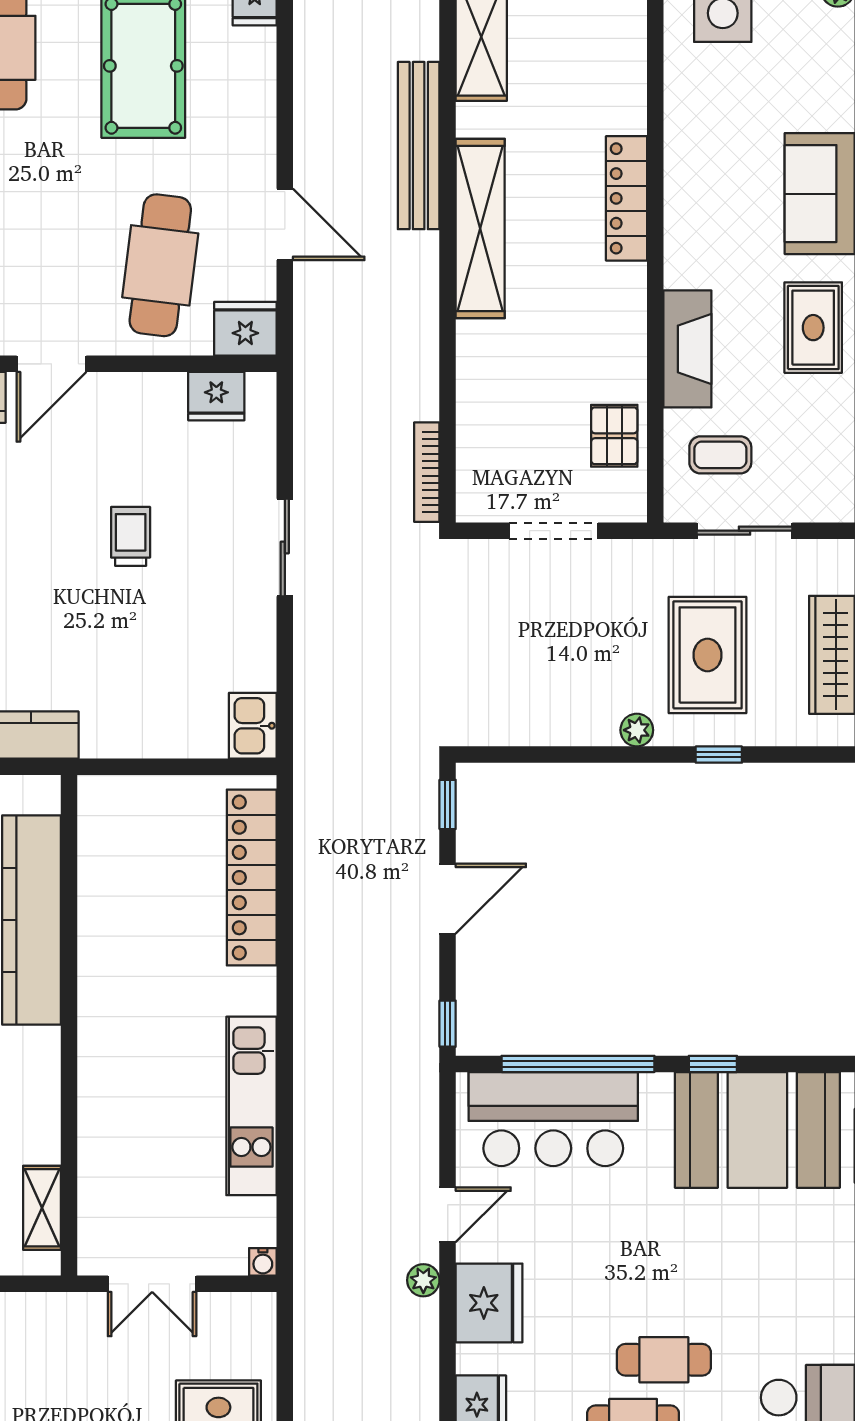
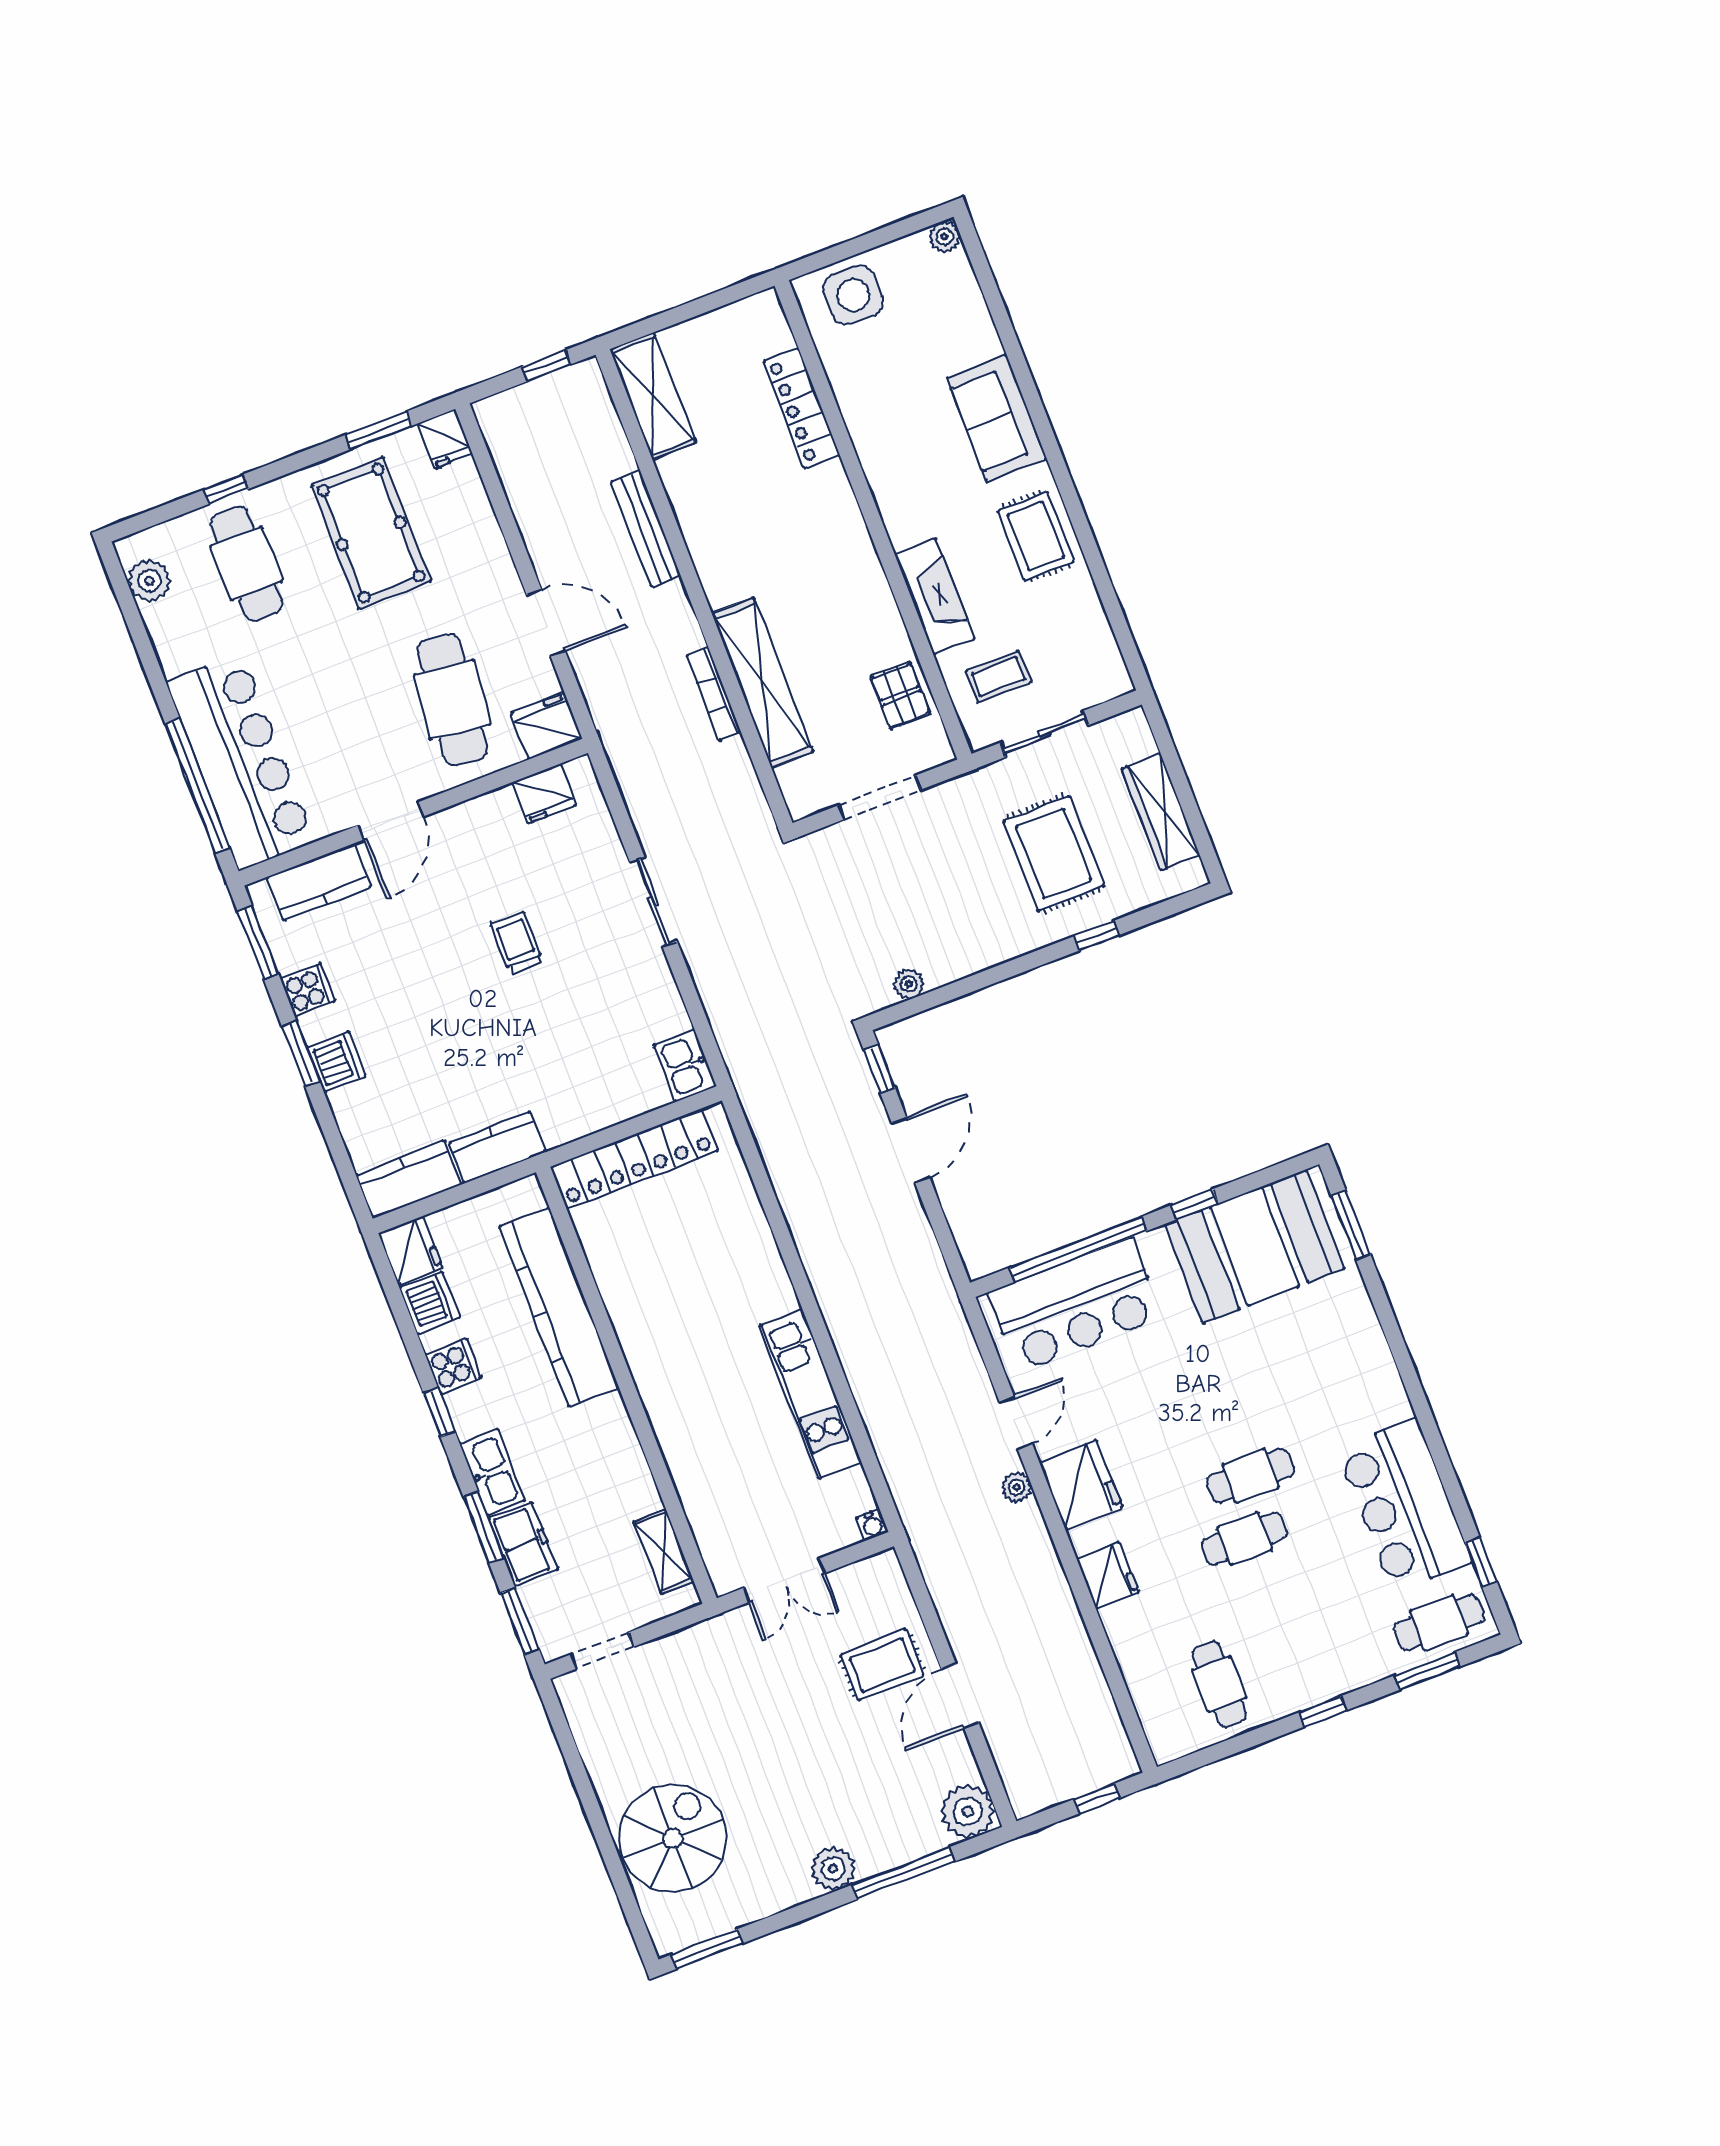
bench: (419, 146) -> (646, 529), width x0.73, depth x0.82
locker: (627, 198) -> (802, 408), moved
shelving: (480, 229) -> (763, 683), moved
bookcase: (427, 472) -> (714, 694), moved
plant: (637, 730) -> (909, 984), moved
locker: (252, 878) -> (634, 1159), moved, turned -90
window: (448, 1024) -> (952, 1258), removed

